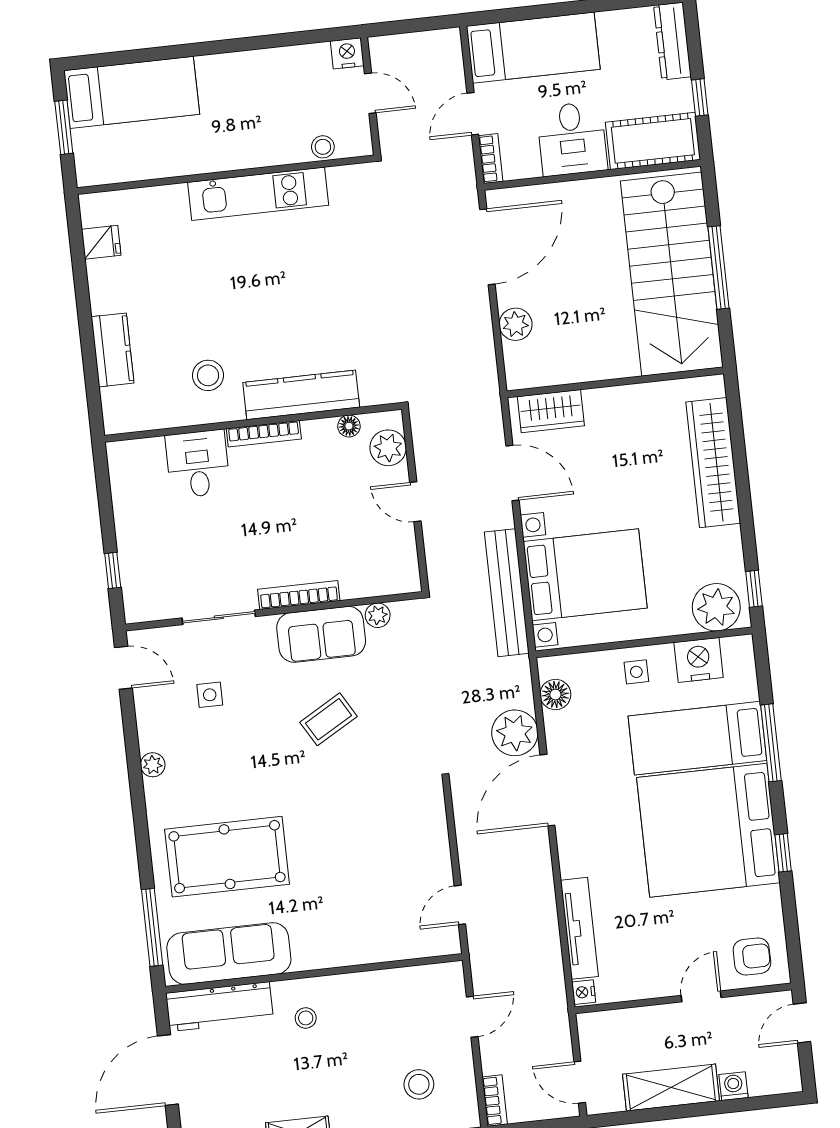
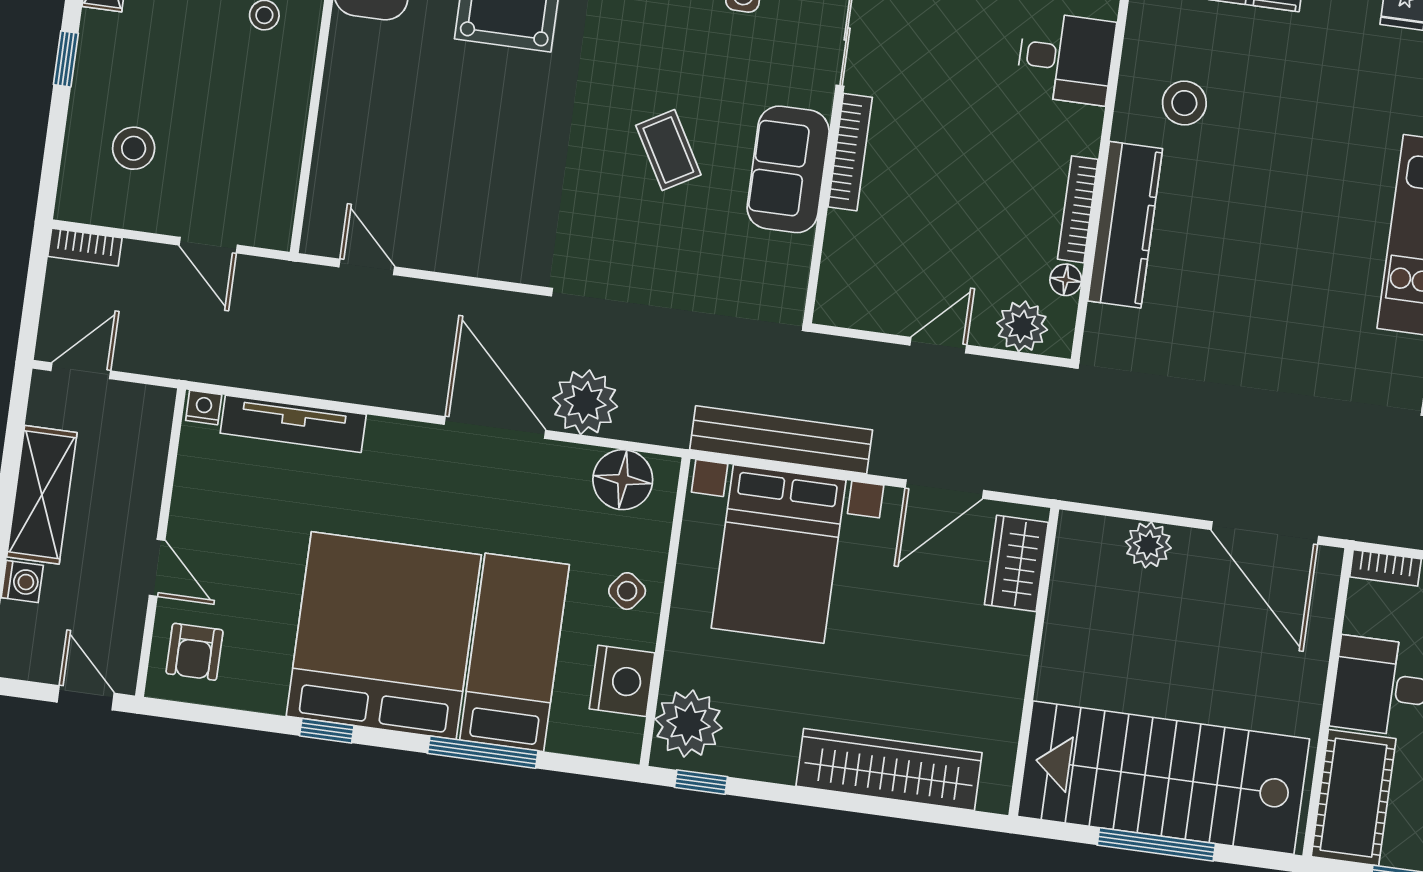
bookcase: (264, 434) -> (1078, 209), moved
plant: (378, 615) -> (795, 254), removed
side table: (636, 672) -> (627, 591), turned 38
floor lamp: (555, 695) -> (623, 480), width x1.38, depth x1.38

